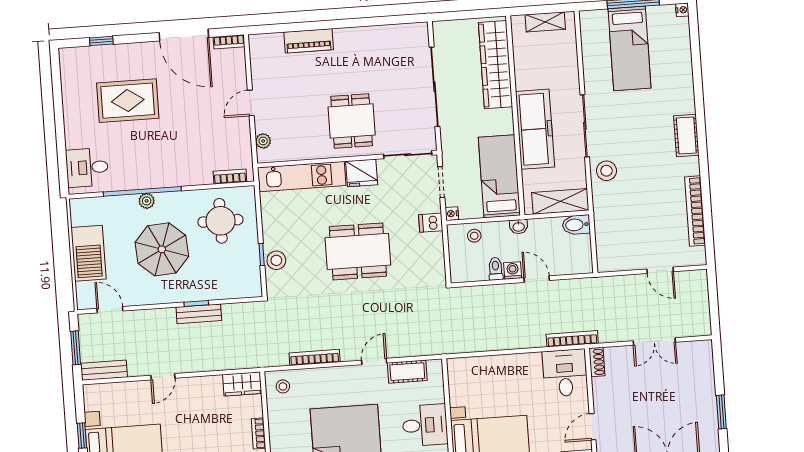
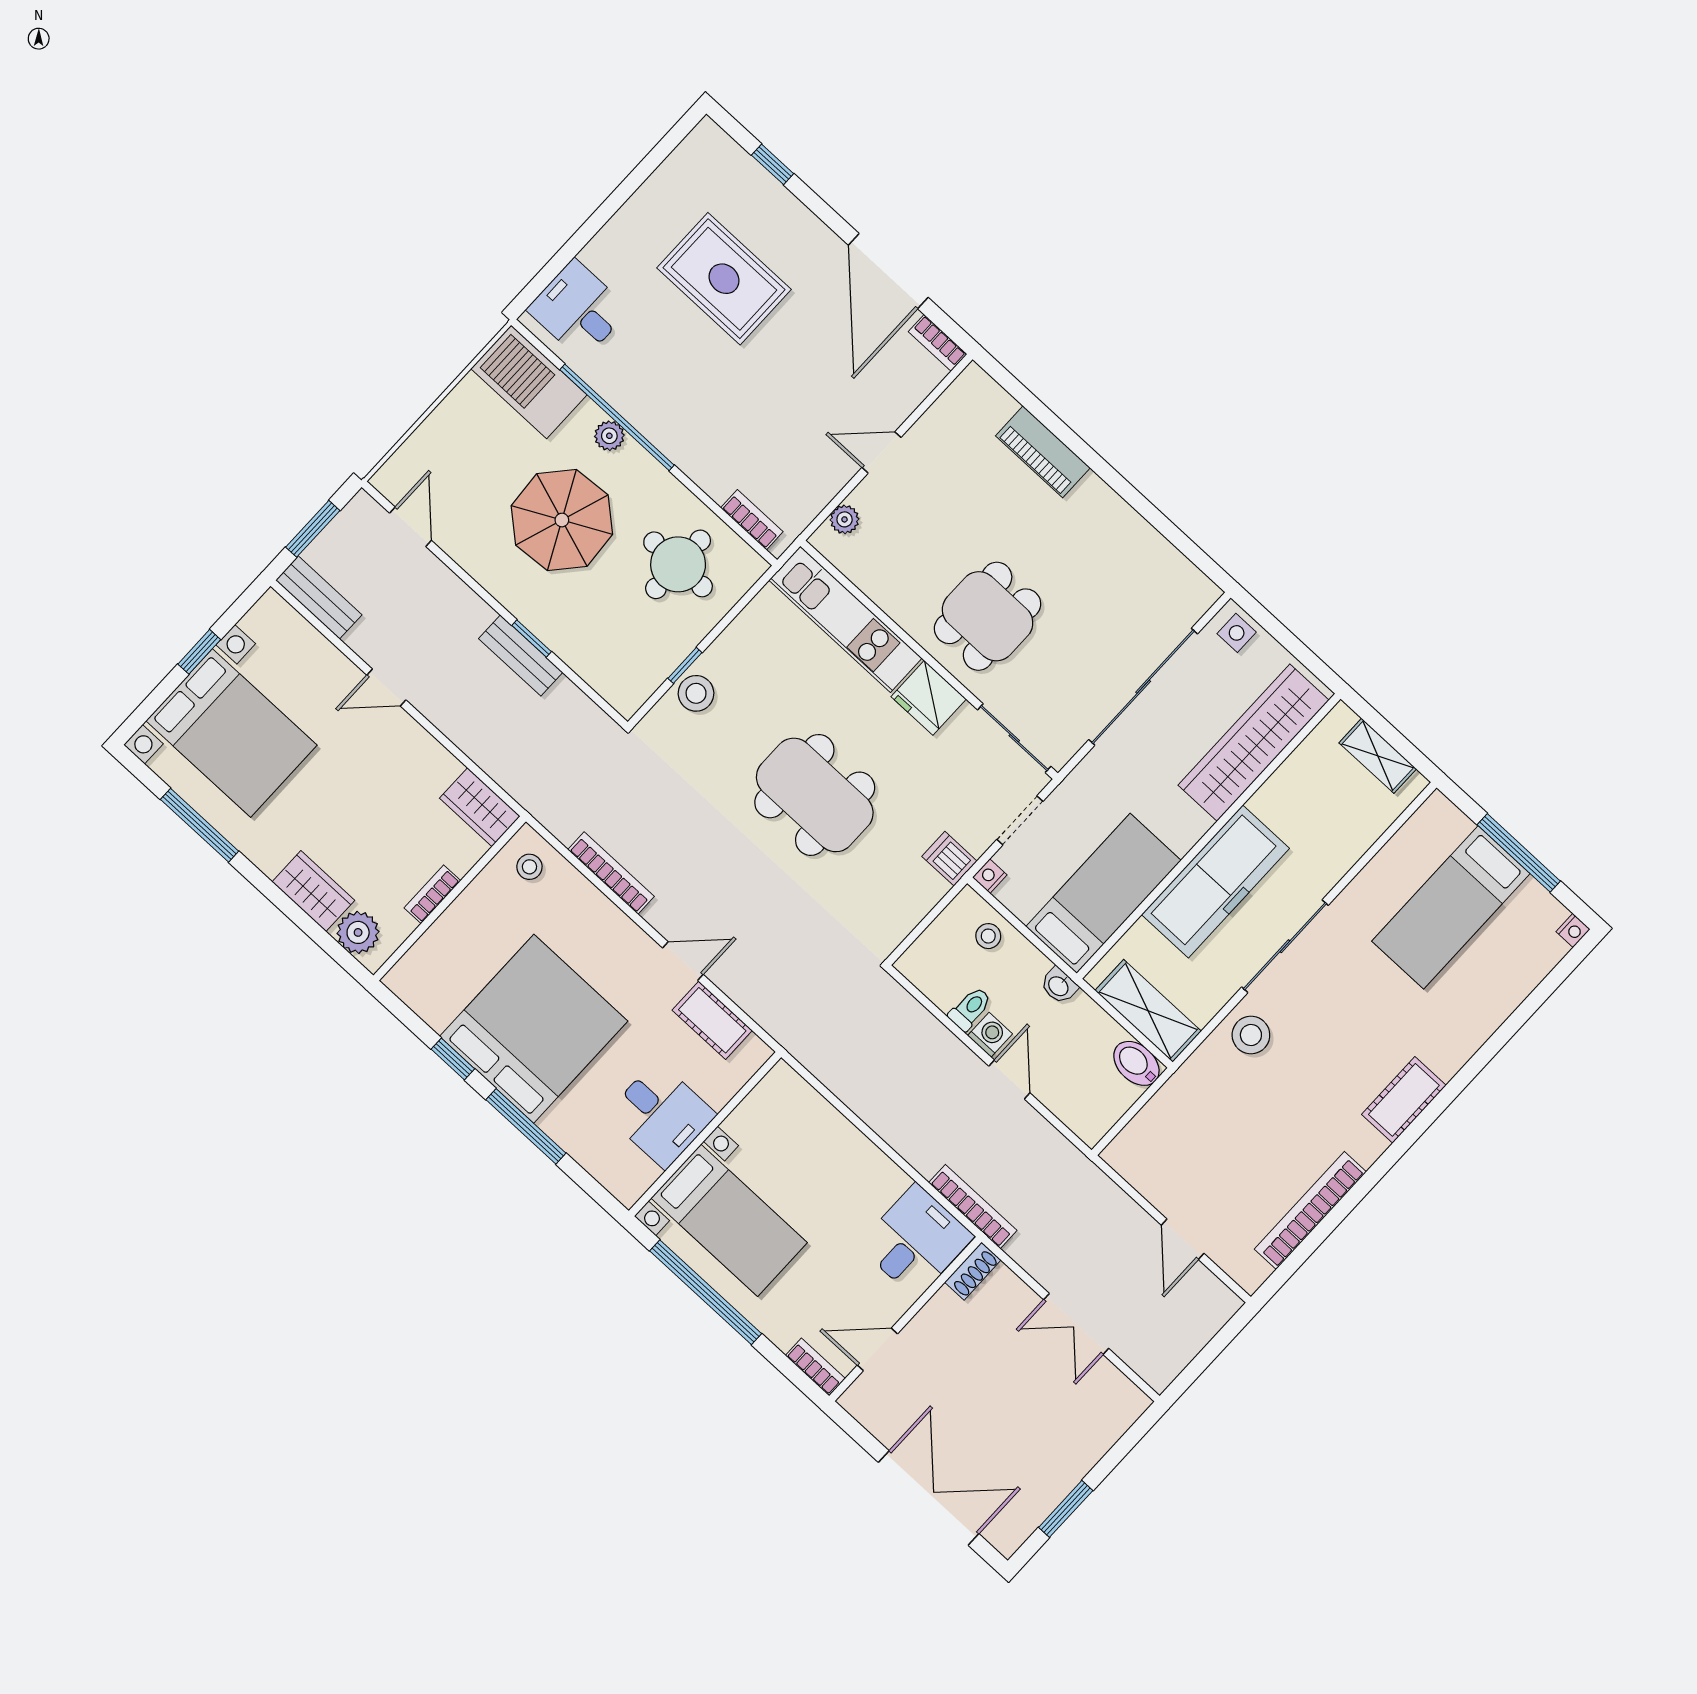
side table: (447, 32) -> (1237, 633), added
barbecue: (88, 253) -> (529, 382), moved, turned 90

